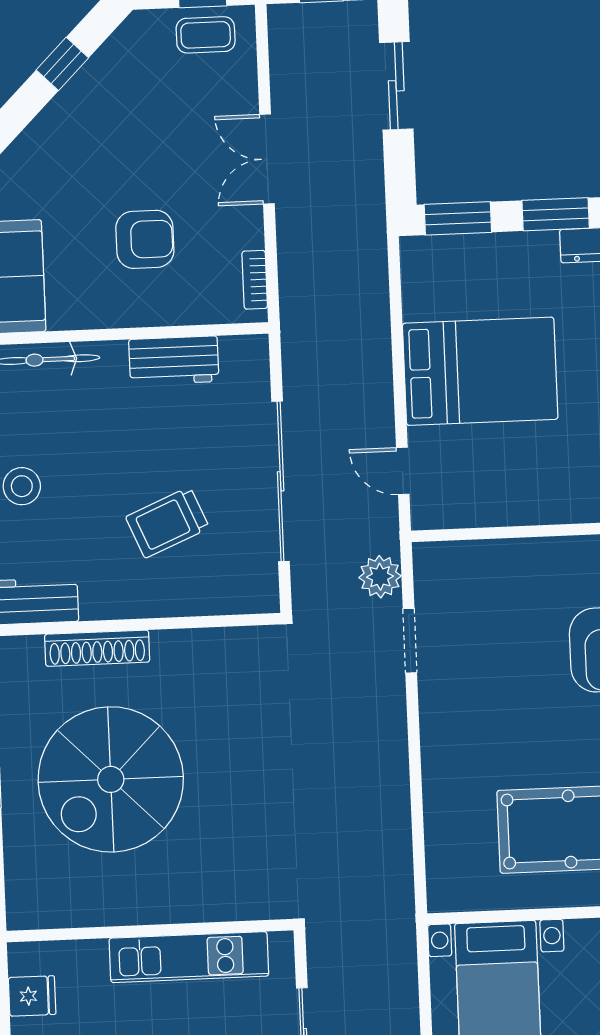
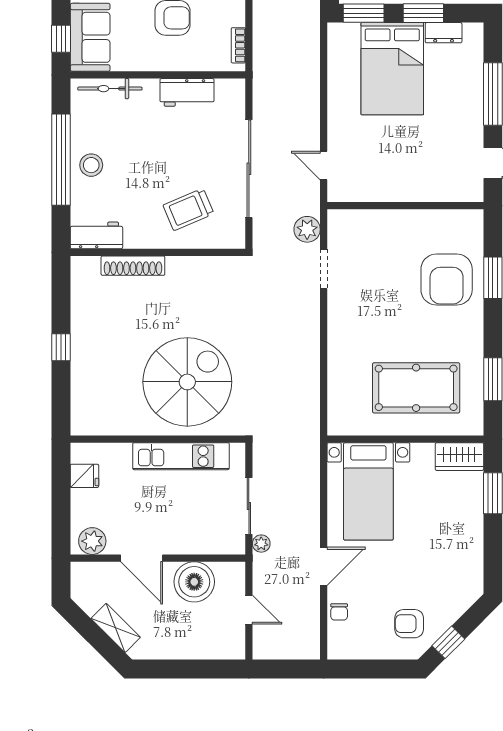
bed: (480, 371) -> (392, 69), moved, turned 90
trolley: (167, 522) -> (188, 209), moved
spiral stairs: (111, 779) -> (187, 382), moved, turned 180

